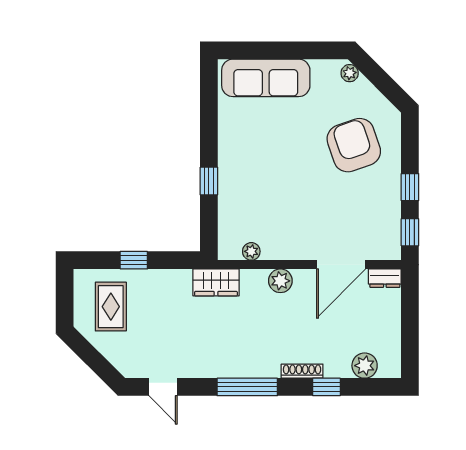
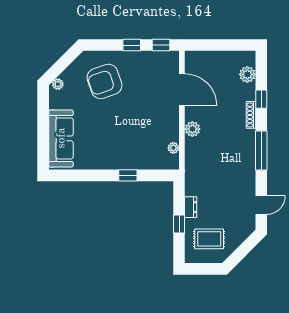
dresser: (385, 278) -> (191, 207), moved
wardrobe: (216, 282) -> (193, 171), removed

